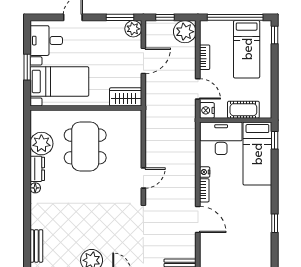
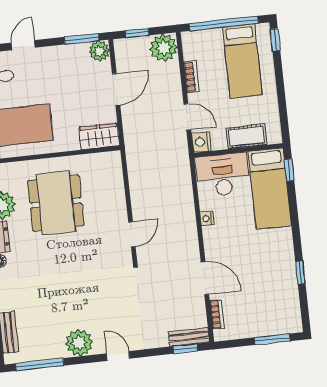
bookcase: (204, 190) -> (217, 314), moved

